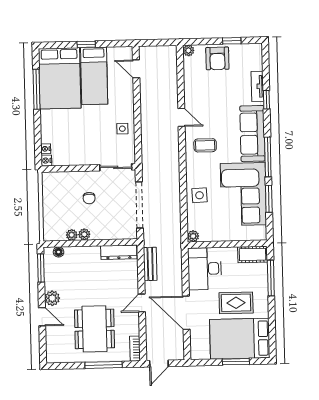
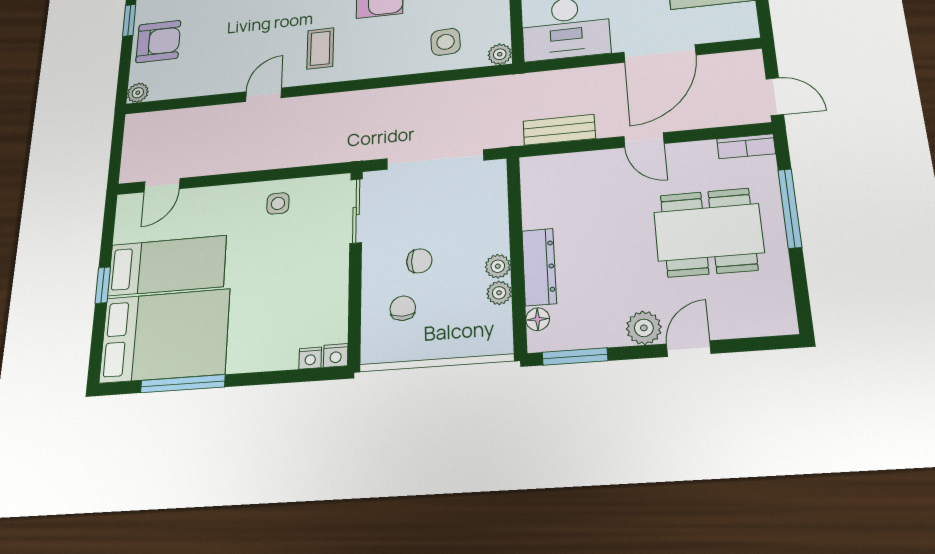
chair: (67, 191) -> (403, 308), added
side table: (199, 195) -> (446, 42), moved
dresser: (119, 252) -> (539, 267), moved

